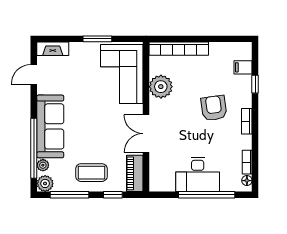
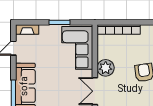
plant: (161, 87) -> (106, 68), moved

